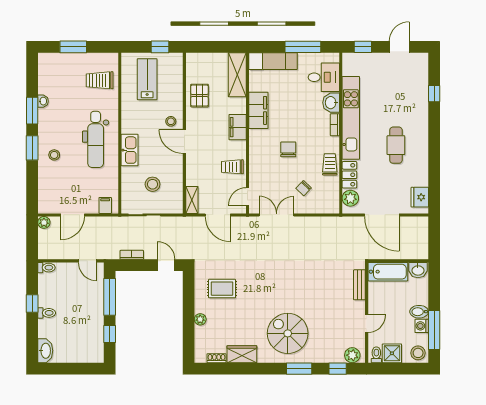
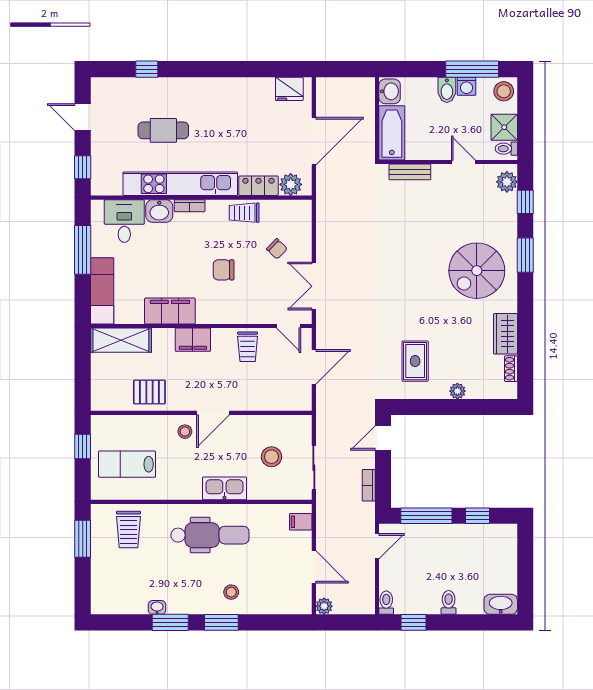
window: (73, 47) -> (83, 539), moved
cafe table: (396, 145) -> (163, 130), moved
shelving: (192, 200) -> (293, 403), removed
window: (32, 303) -> (414, 622), moved

